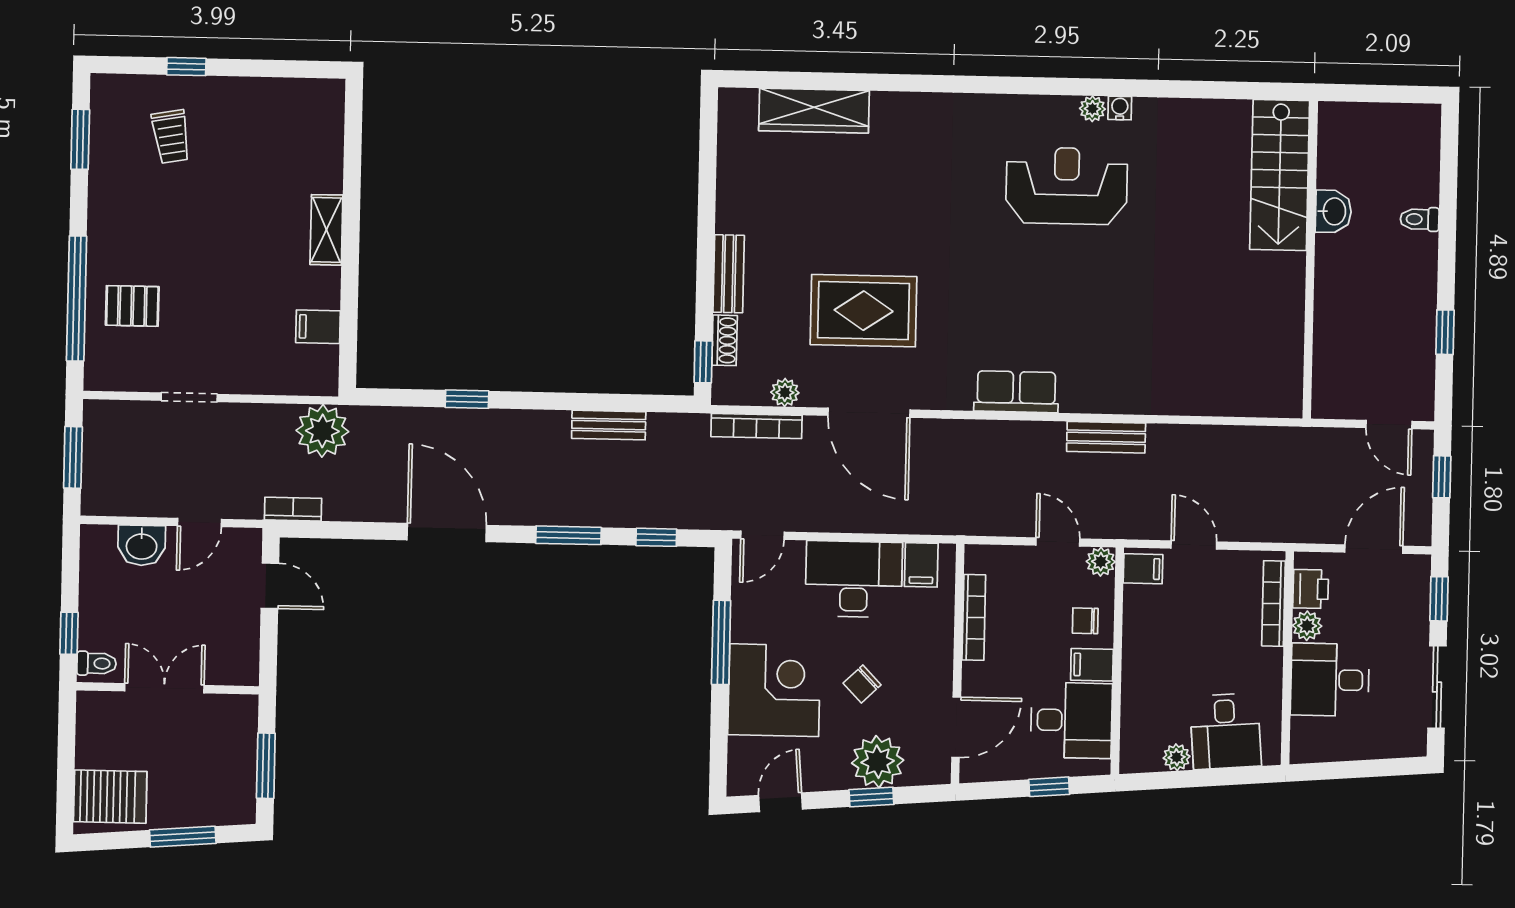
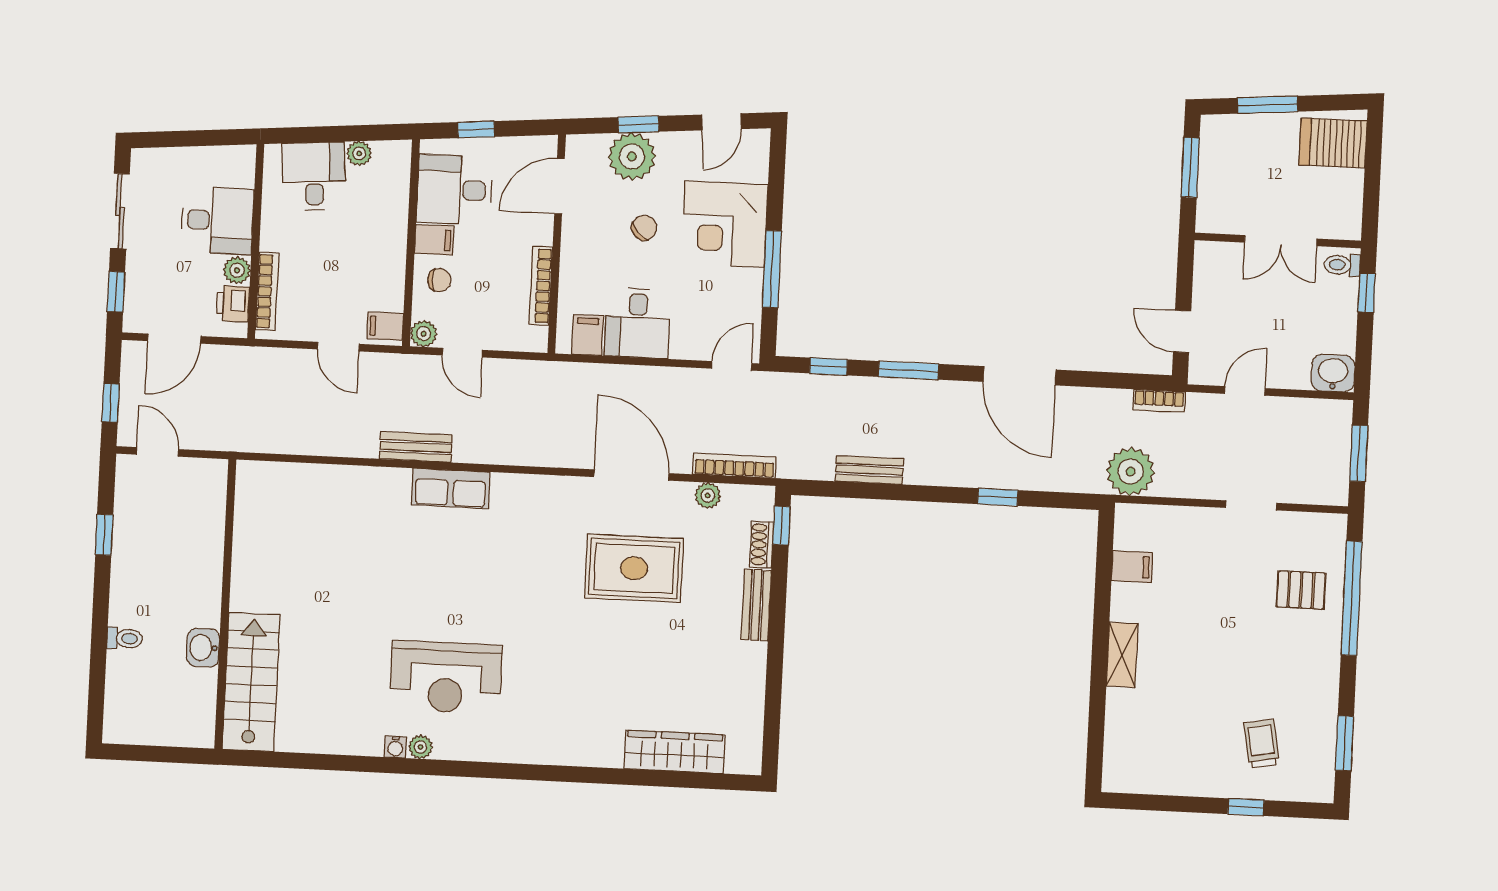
row of seats: (1016, 392) -> (451, 488), moved
washbasin: (142, 545) -> (1333, 373), moved
desk: (854, 579) -> (637, 323), width x0.73

